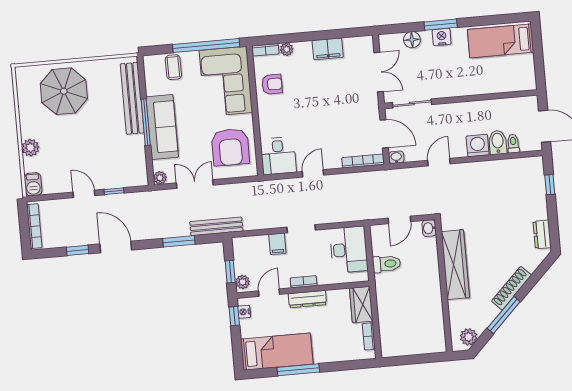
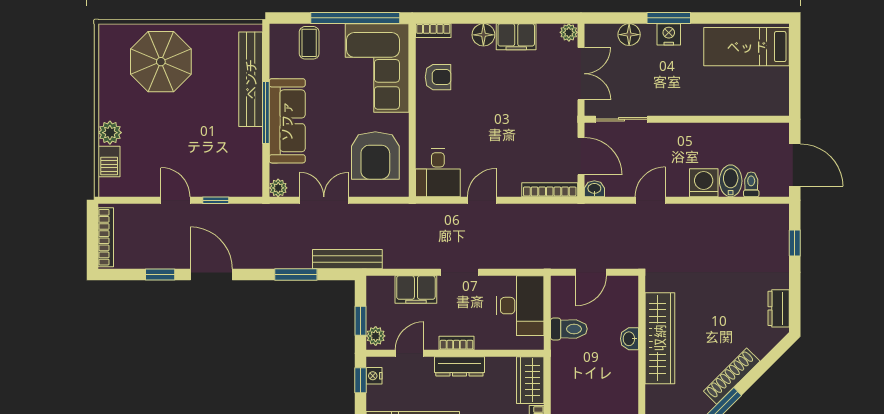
plant: (287, 49) -> (569, 32), moved
floor lamp: (303, 50) -> (483, 35), added
barbecue: (33, 184) -> (109, 161), moved
washbasin: (429, 228) -> (629, 339), moved
filing cabinet: (277, 244) -> (416, 289), width x2.00

